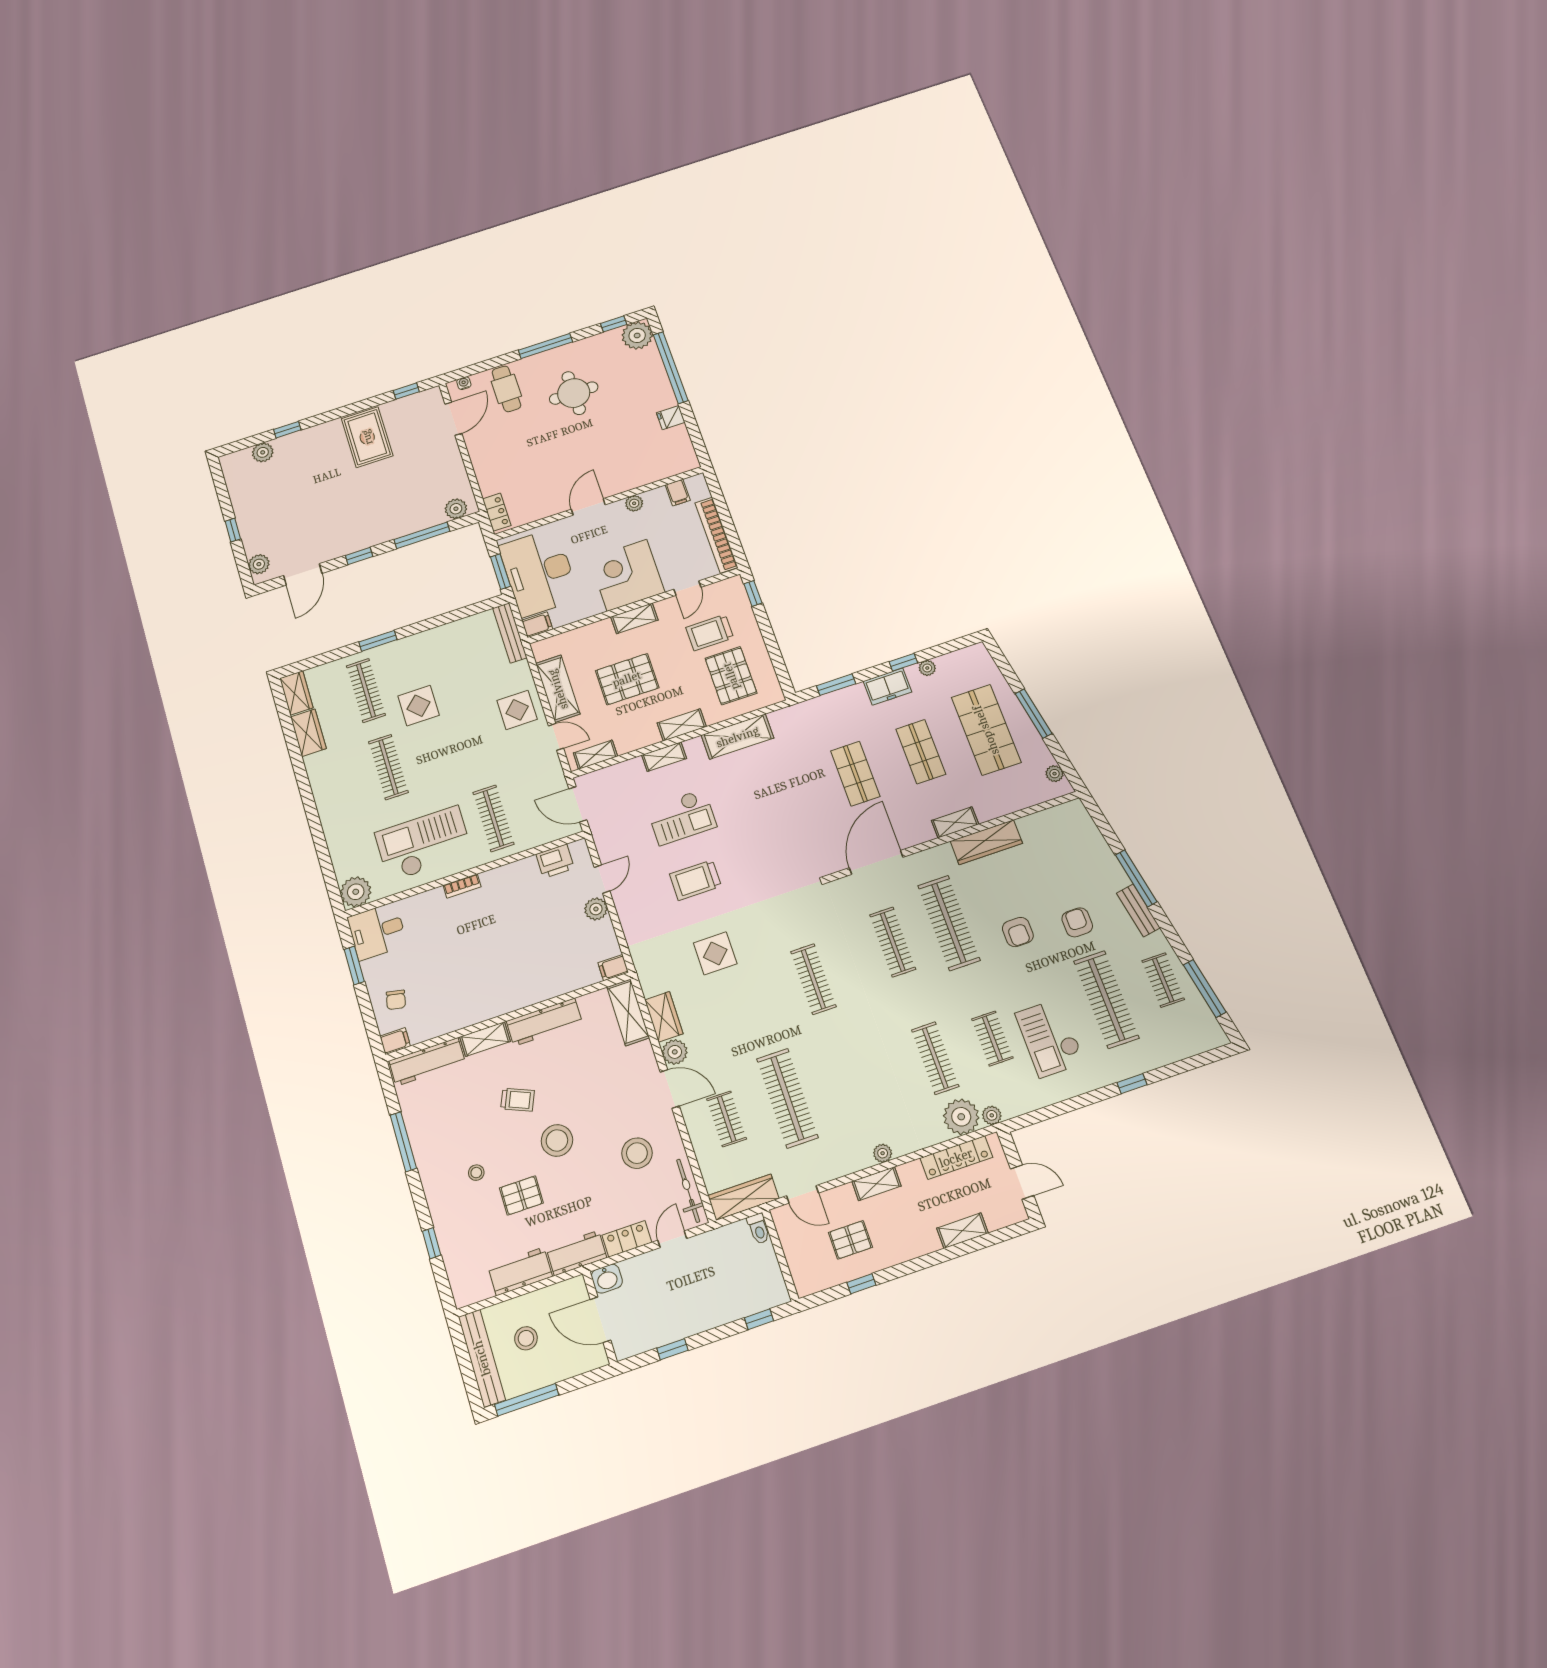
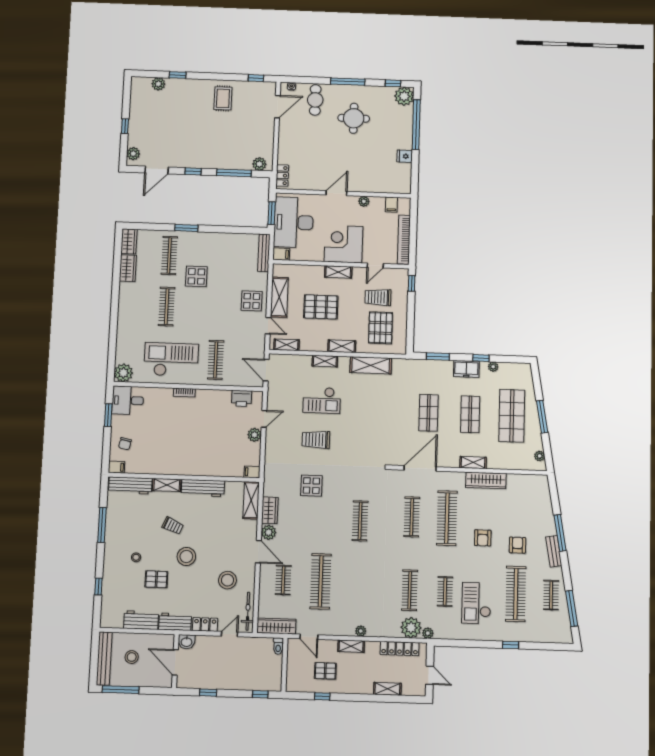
rug: (367, 437) -> (223, 98), width x0.73, depth x0.70

